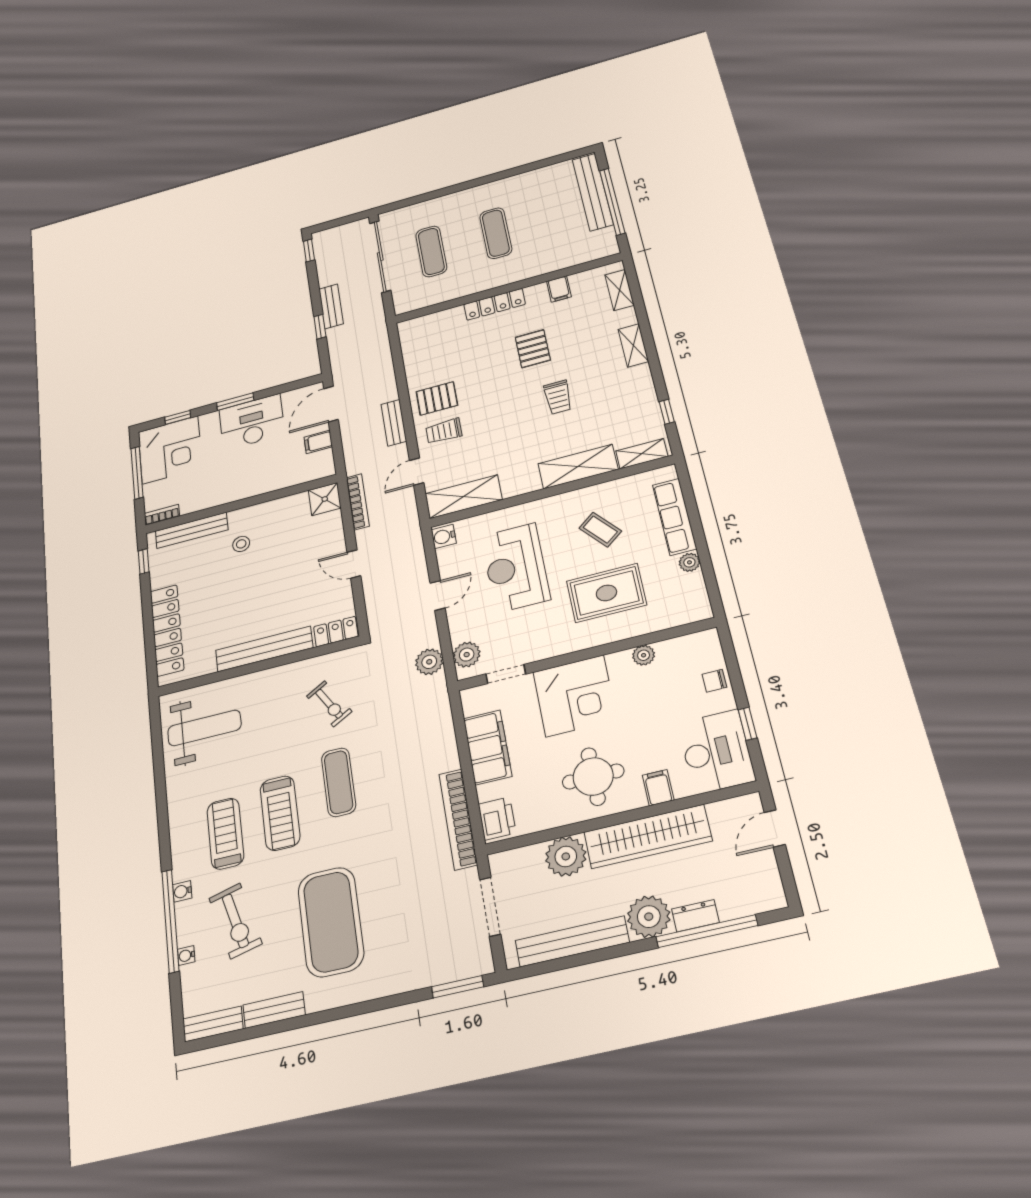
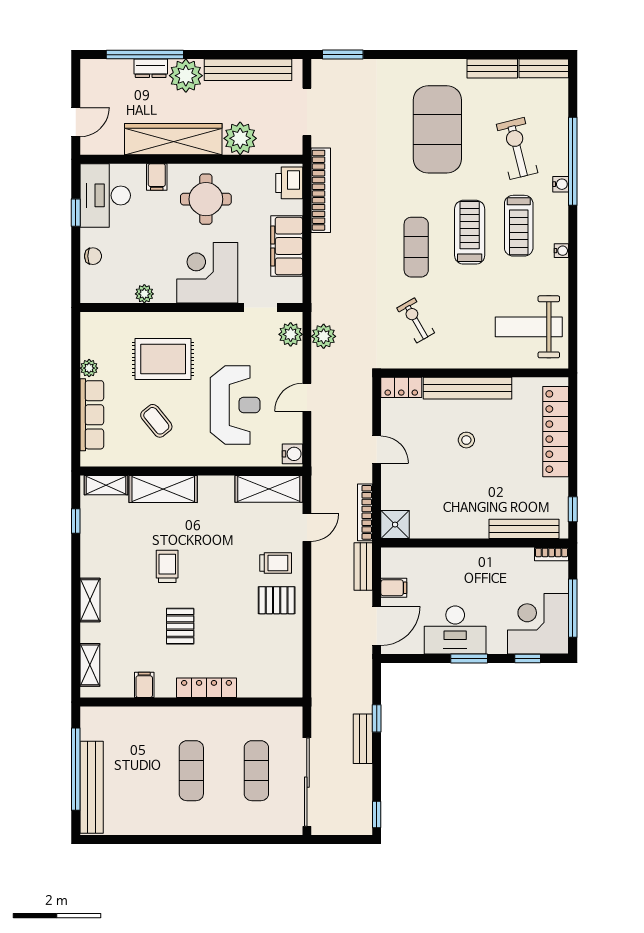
bench: (394, 423) -> (363, 567), moved
stool: (241, 544) -> (466, 440), moved
water cooler: (186, 955) -> (561, 251), moved

